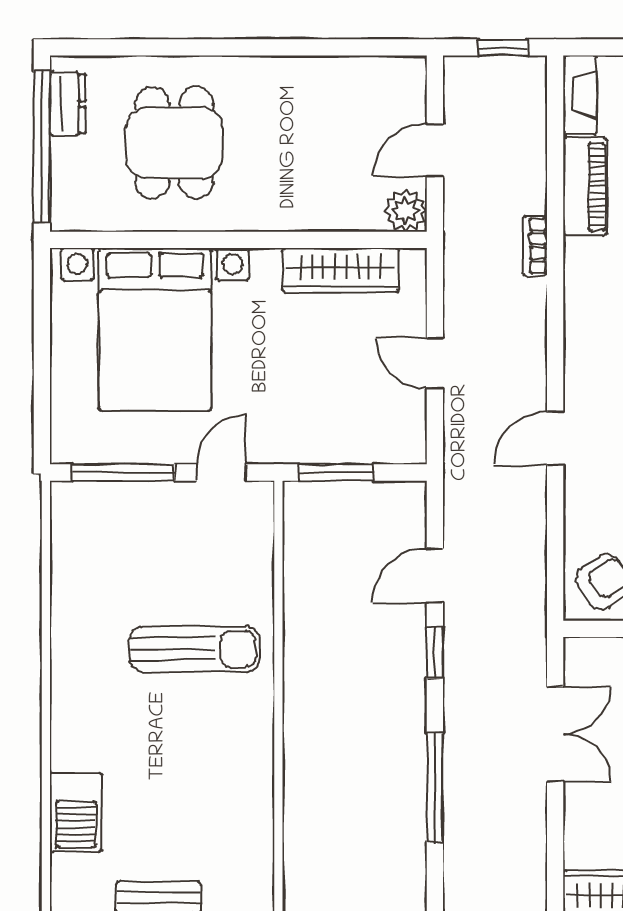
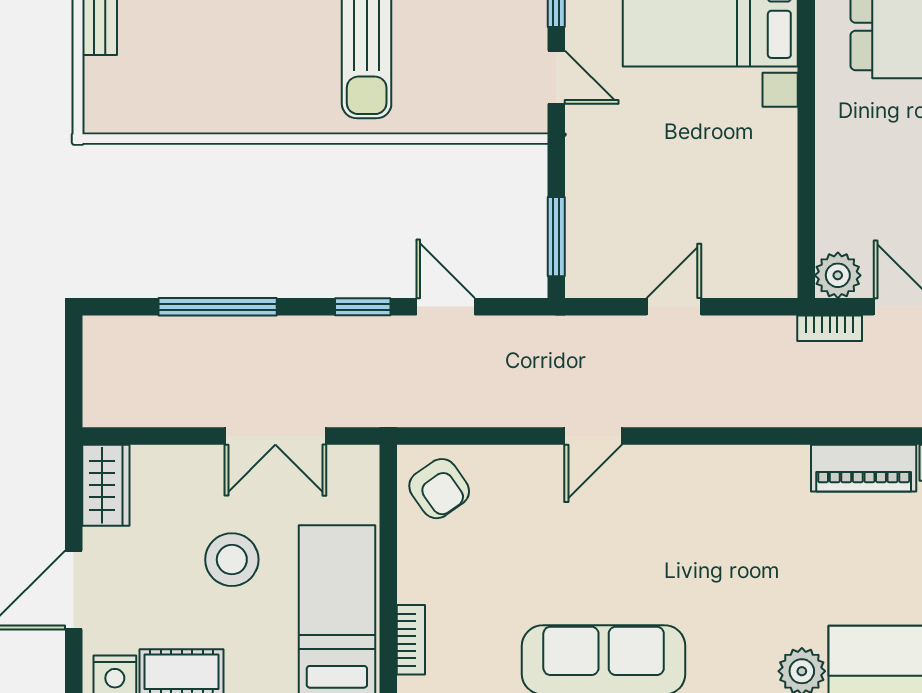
bookcase: (535, 246) -> (830, 328), moved, turned 180
wardrobe: (340, 270) -> (774, 205), removed
door: (555, 438) -> (593, 436), swing flipped
window: (336, 472) -> (556, 237), moved

